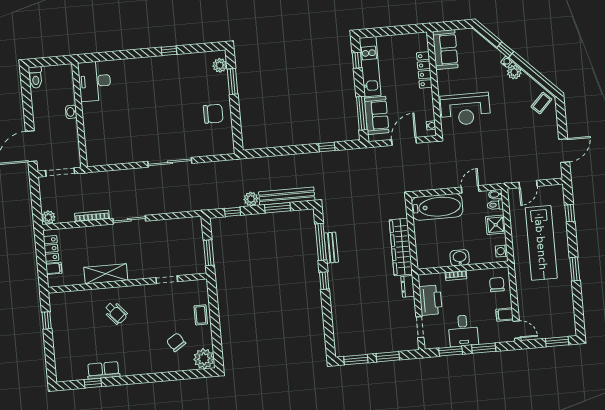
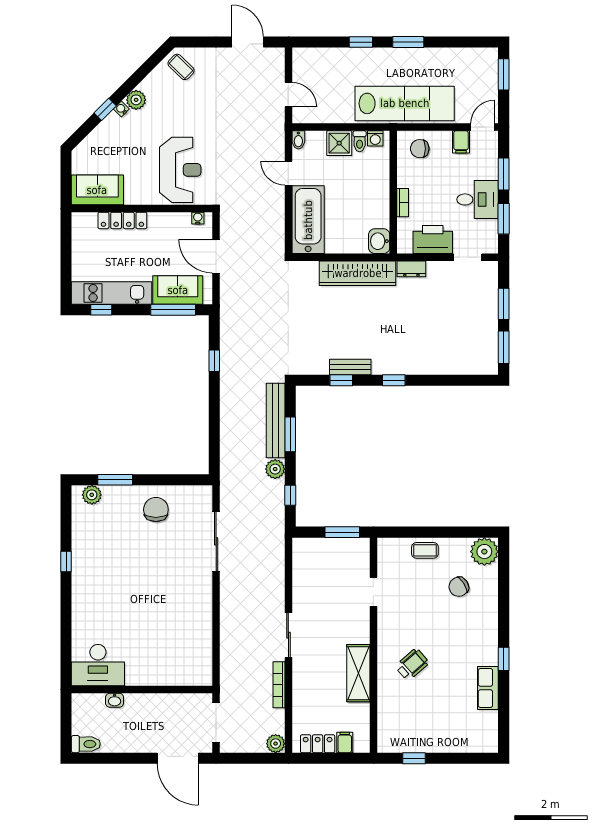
washbasin: (71, 112) -> (115, 700), moved
sliding door: (170, 162) -> (216, 541), moved
toilet: (495, 205) -> (360, 141), moved
window: (570, 213) -> (361, 42), moved
window: (321, 242) -> (341, 380), width x0.46
lab bench: (541, 243) -> (405, 103), moved
washbasin: (460, 258) -> (379, 241), moved
window: (93, 383) -> (504, 659), moved

